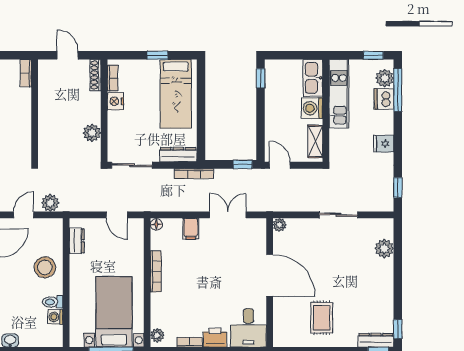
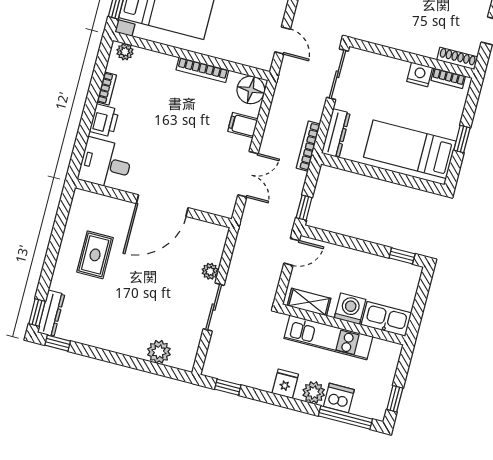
plant: (385, 78) -> (314, 392), moved
kitchen unit: (339, 94) -> (328, 337), moved
plant: (92, 133) -> (389, 36), removed
door: (117, 215) -> (283, 40), swing flipped
floor lamp: (156, 224) -> (251, 90), width x1.89, depth x1.89
plant: (280, 225) -> (210, 271), moved
rug: (322, 318) -> (95, 255), turned 90

